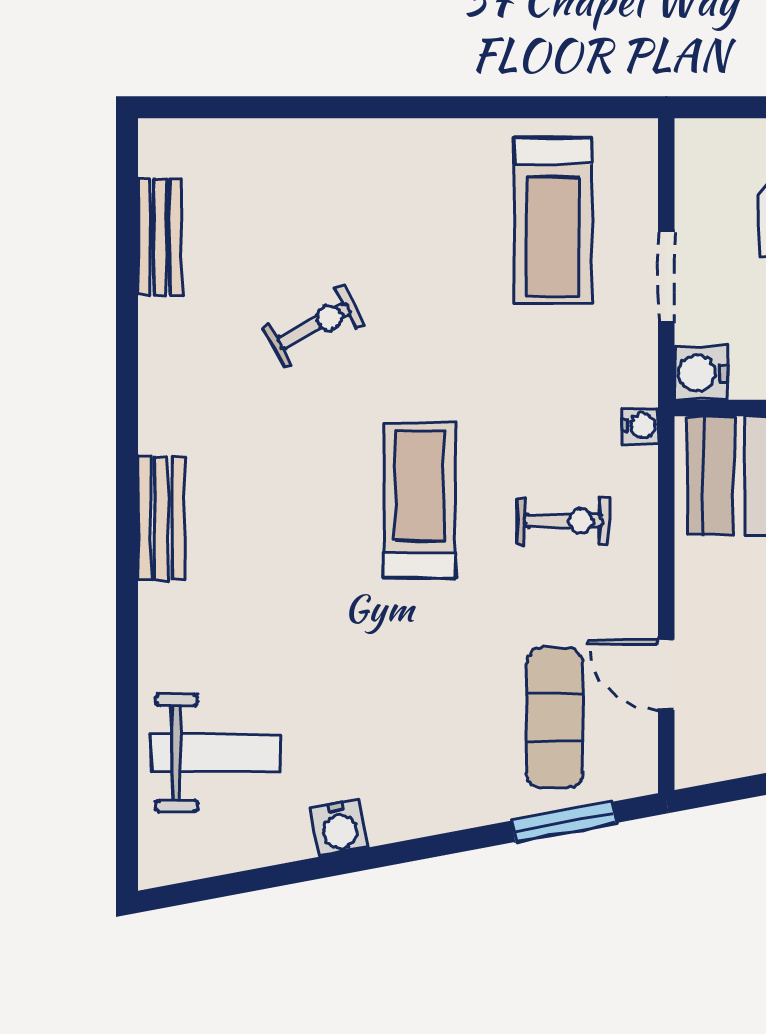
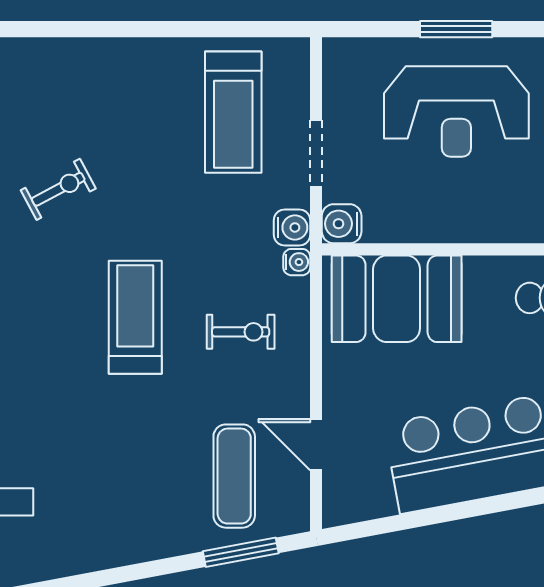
water cooler: (340, 828) -> (292, 227), moved, turned -79

